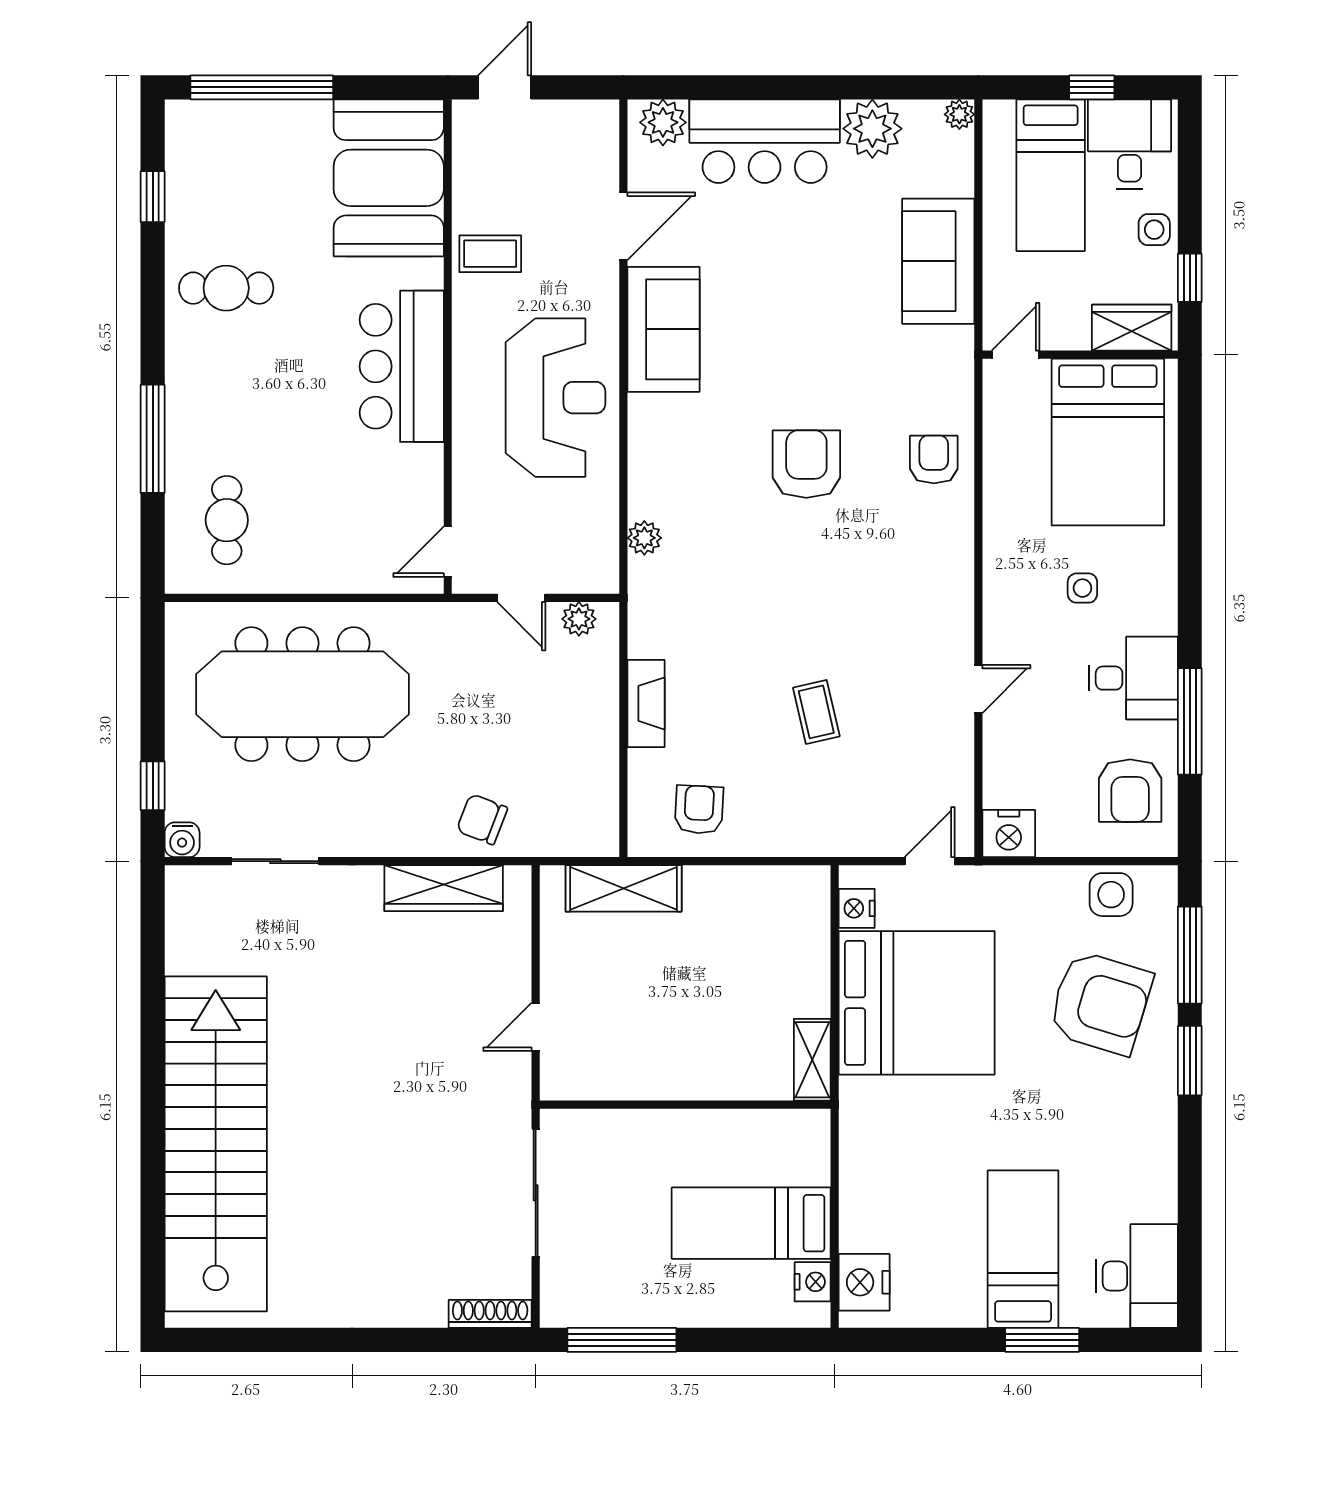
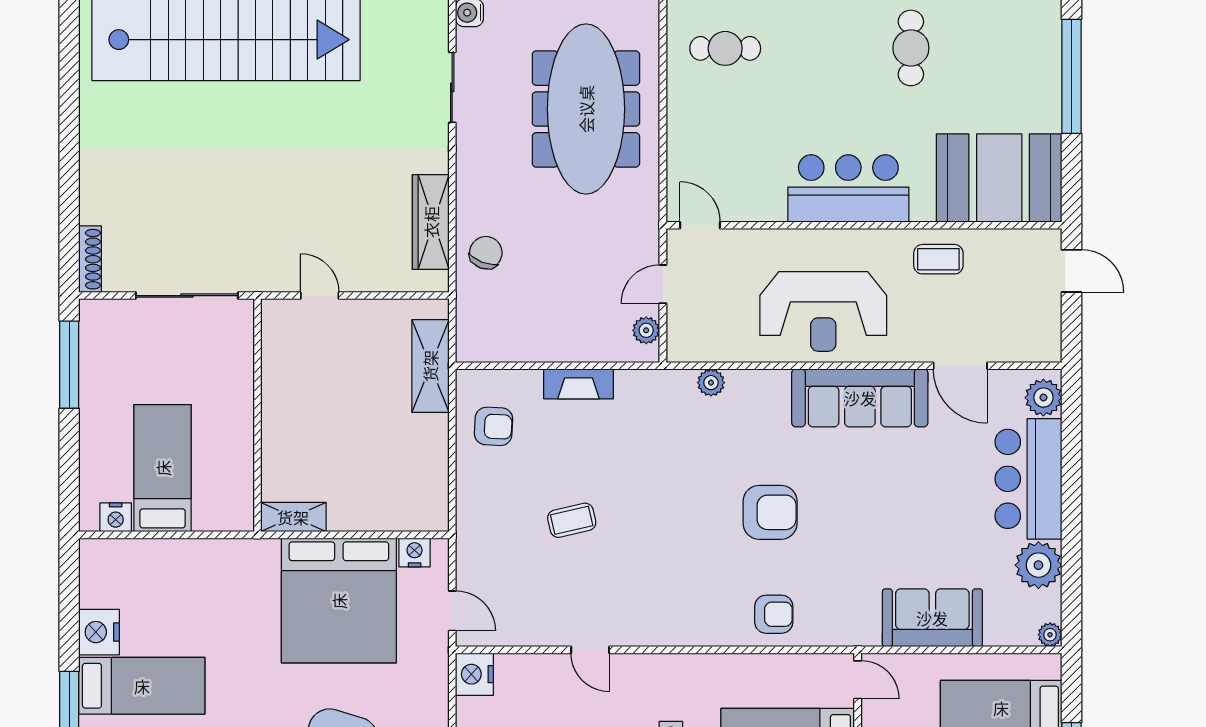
coffee table: (490, 254) -> (938, 259), turned 90
sofa: (663, 329) -> (860, 398), width x1.36
nightstand: (864, 1282) -> (99, 632), moved, turned -90

